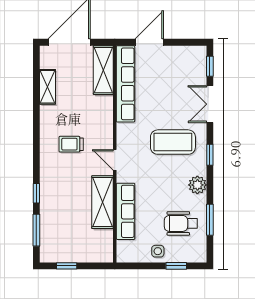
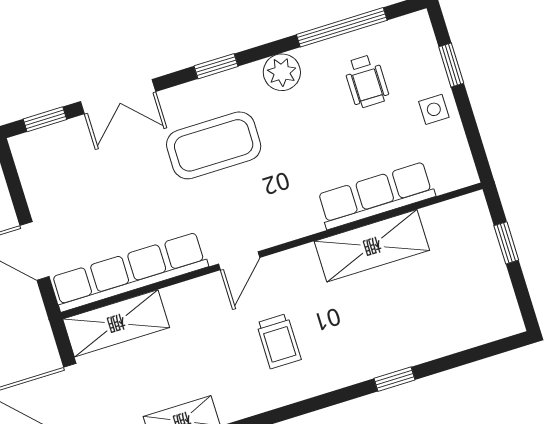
coffee table: (173, 142) -> (214, 145), turned 90
door: (115, 160) -> (239, 261), moved
window: (210, 220) -> (342, 27), width x1.44
wheelchair: (181, 223) -> (366, 81), width x0.73, depth x0.73
window: (36, 230) -> (466, 357), removed
window: (67, 266) -> (506, 243), moved

